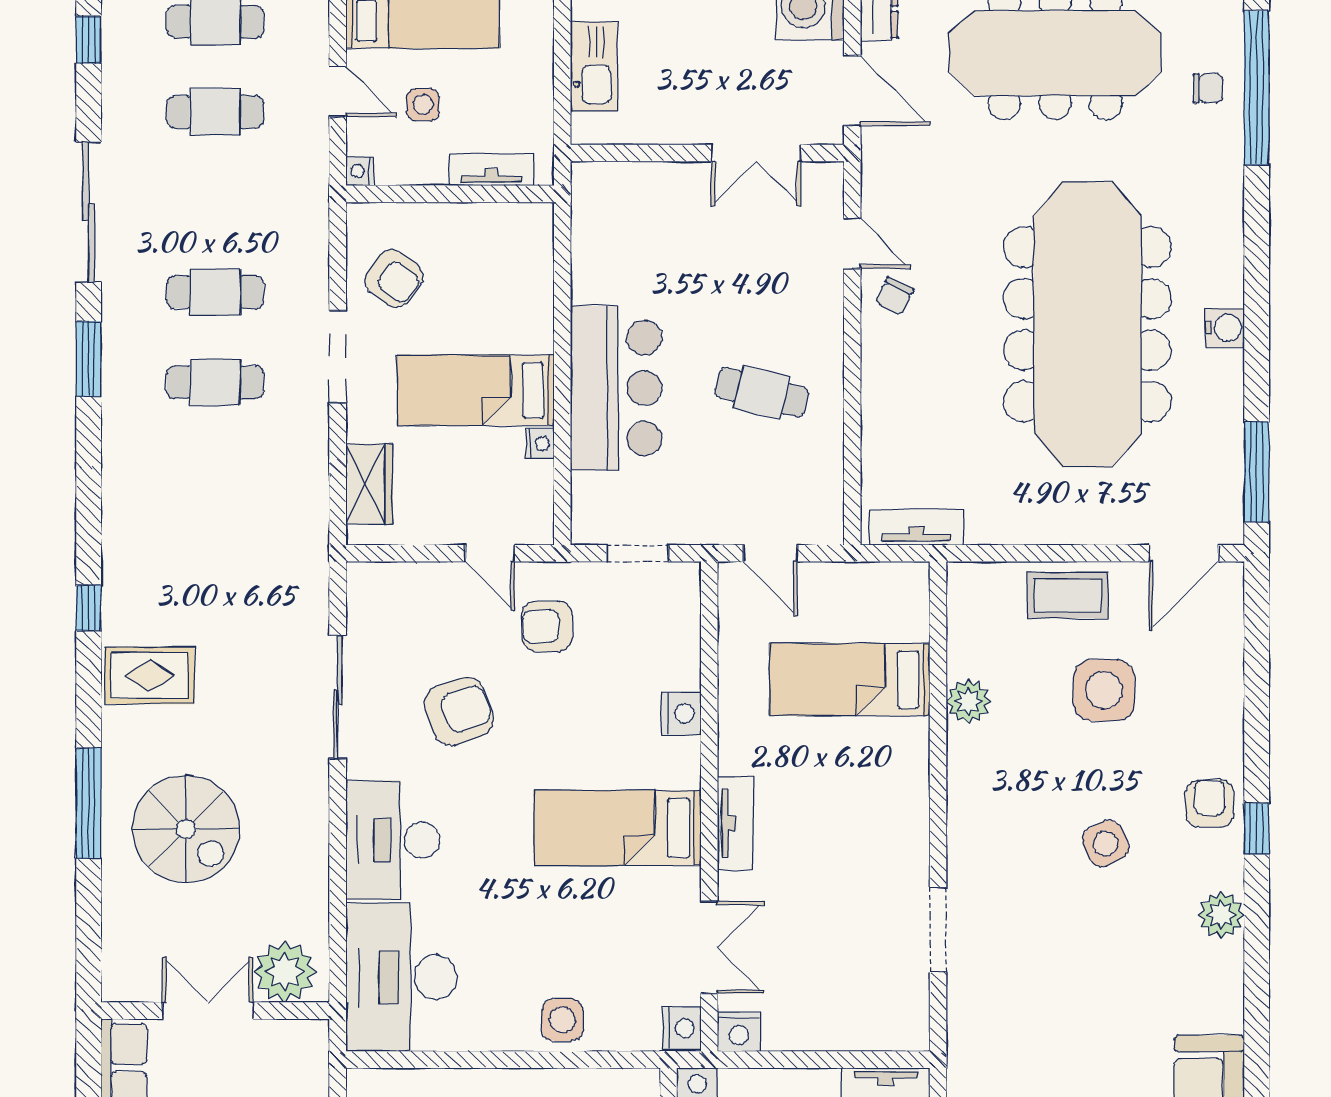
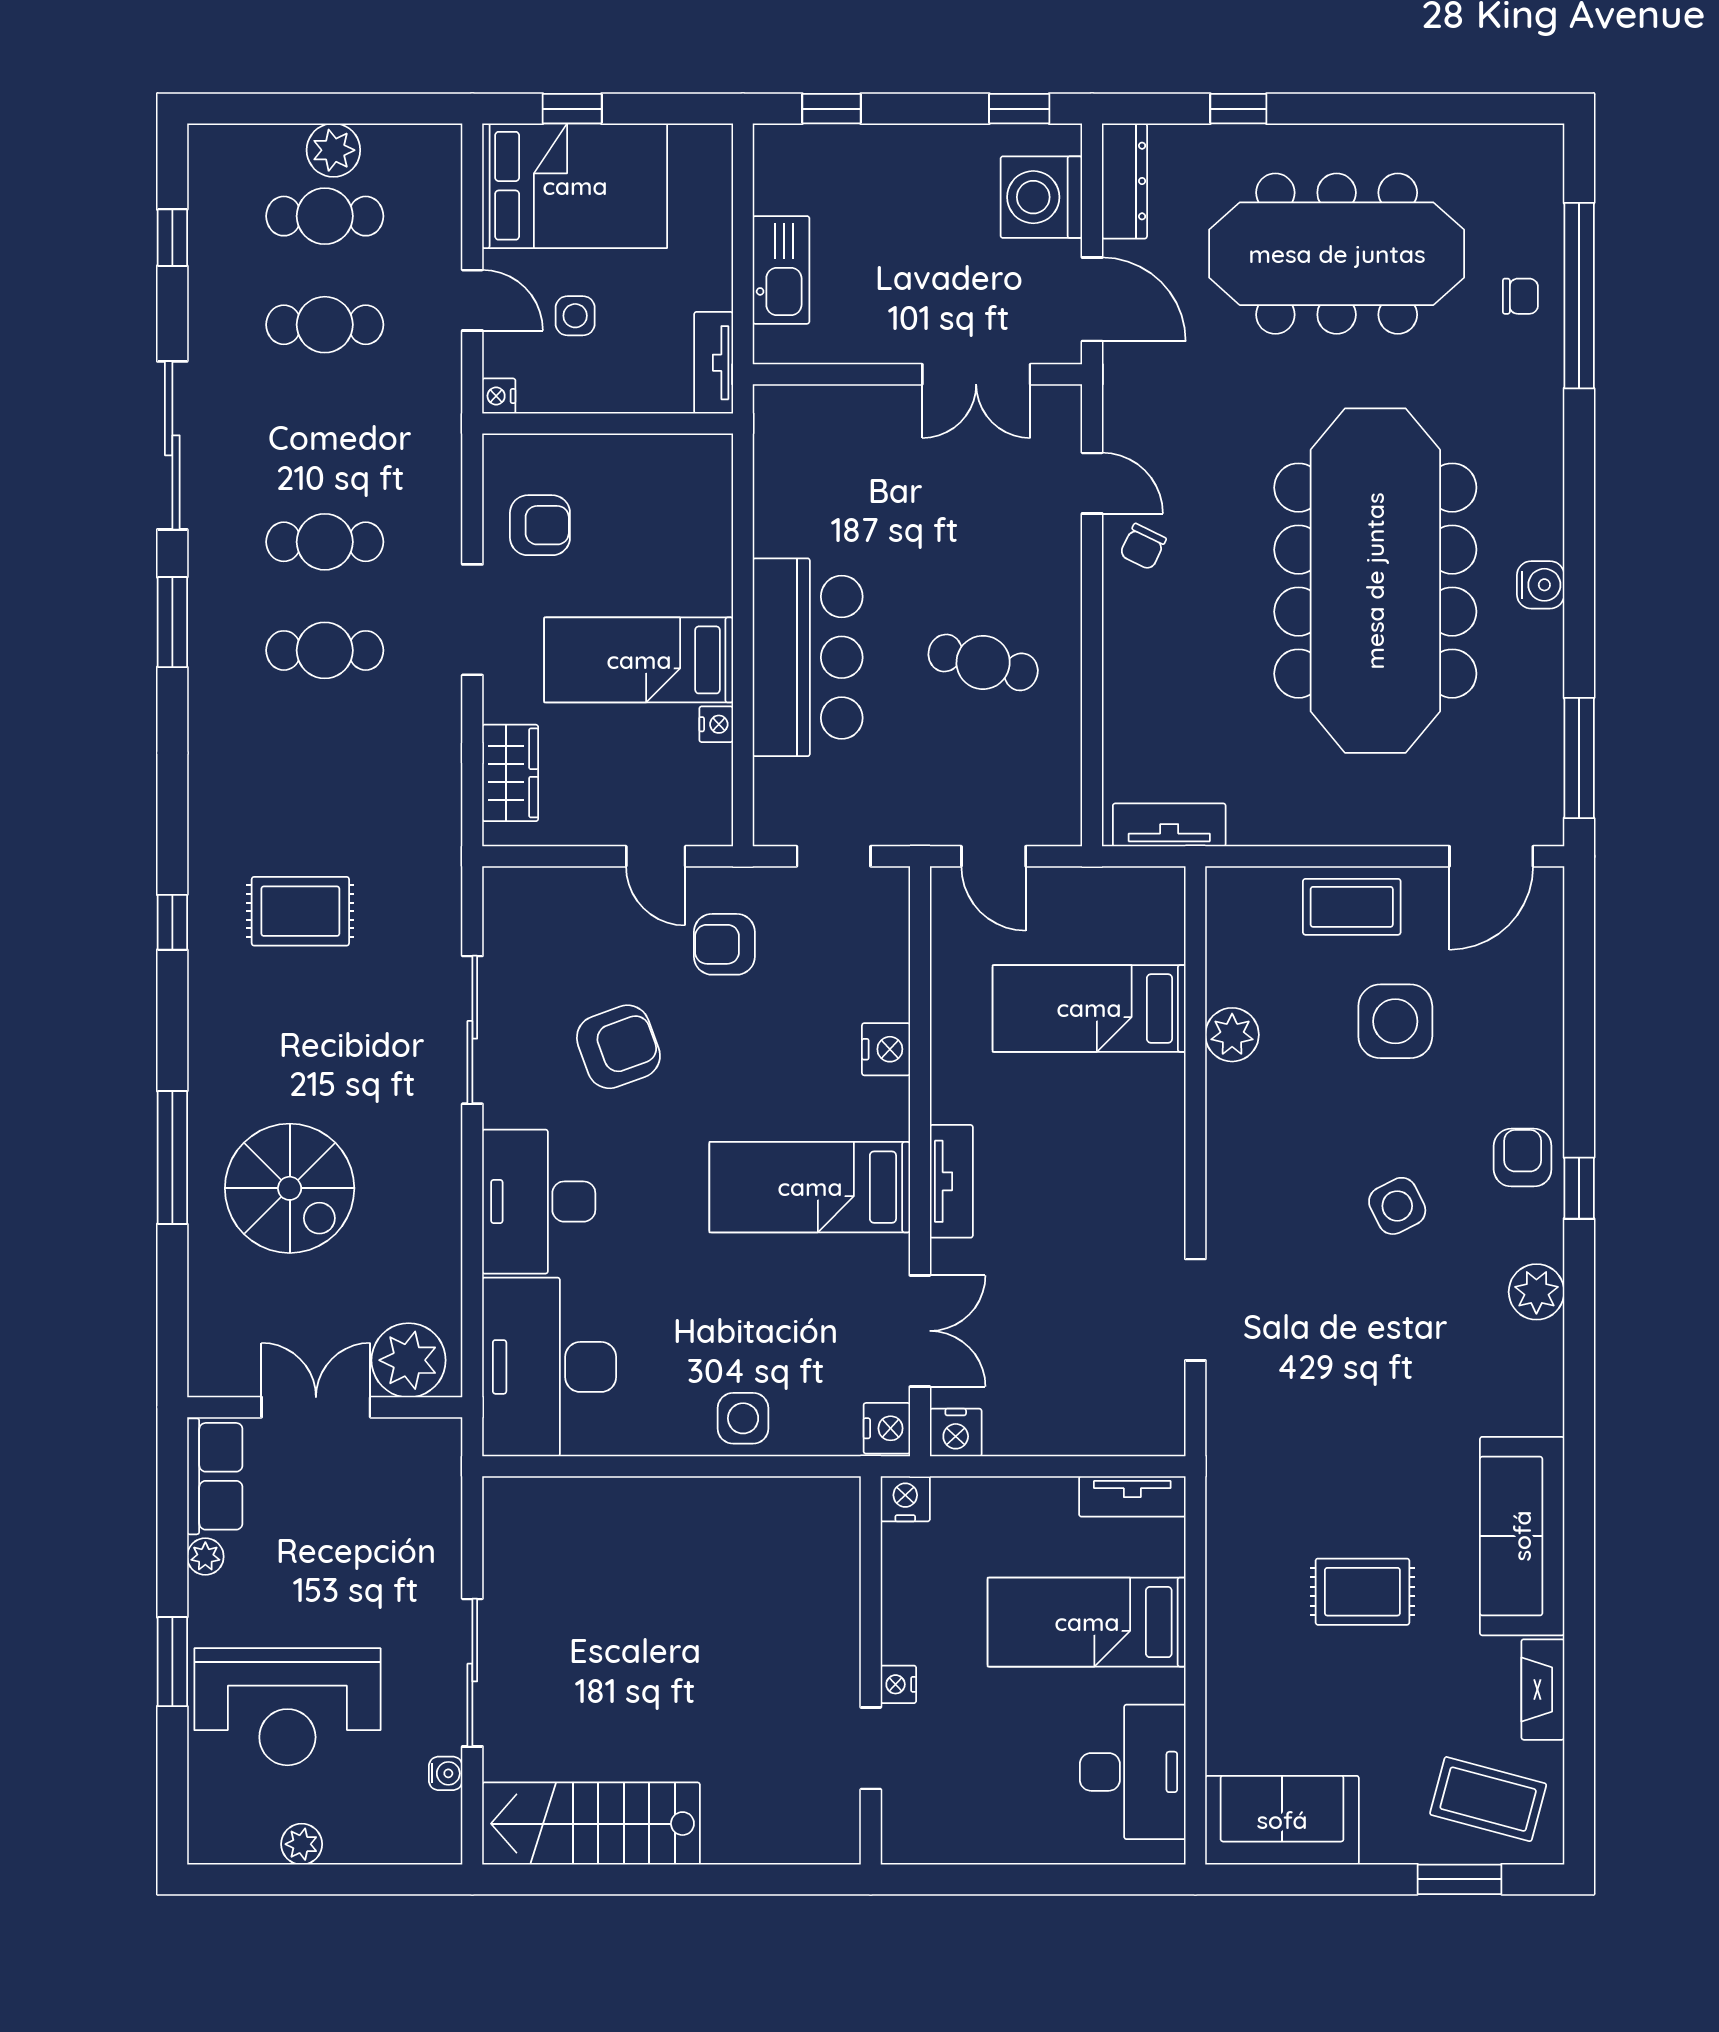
tv unit: (491, 170) -> (714, 363), moved, turned -90
armchair: (394, 278) -> (540, 525), turned -37
rug: (150, 675) -> (300, 911), moved

